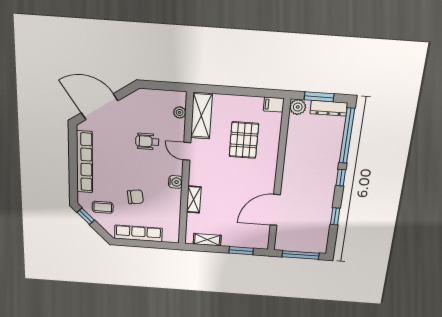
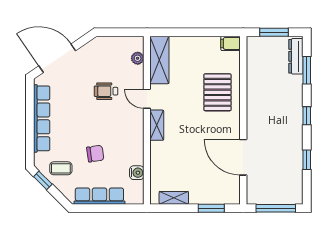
plant: (298, 107) -> (254, 44), removed
dresser: (329, 108) -> (296, 56), moved, turned 90
window: (347, 136) -> (307, 70), width x0.47
pallet: (244, 140) -> (217, 92), moved
water cooler: (175, 182) -> (137, 173), moved
shelving: (194, 199) -> (157, 125), moved
door: (275, 210) -> (243, 157), hinge flipped

